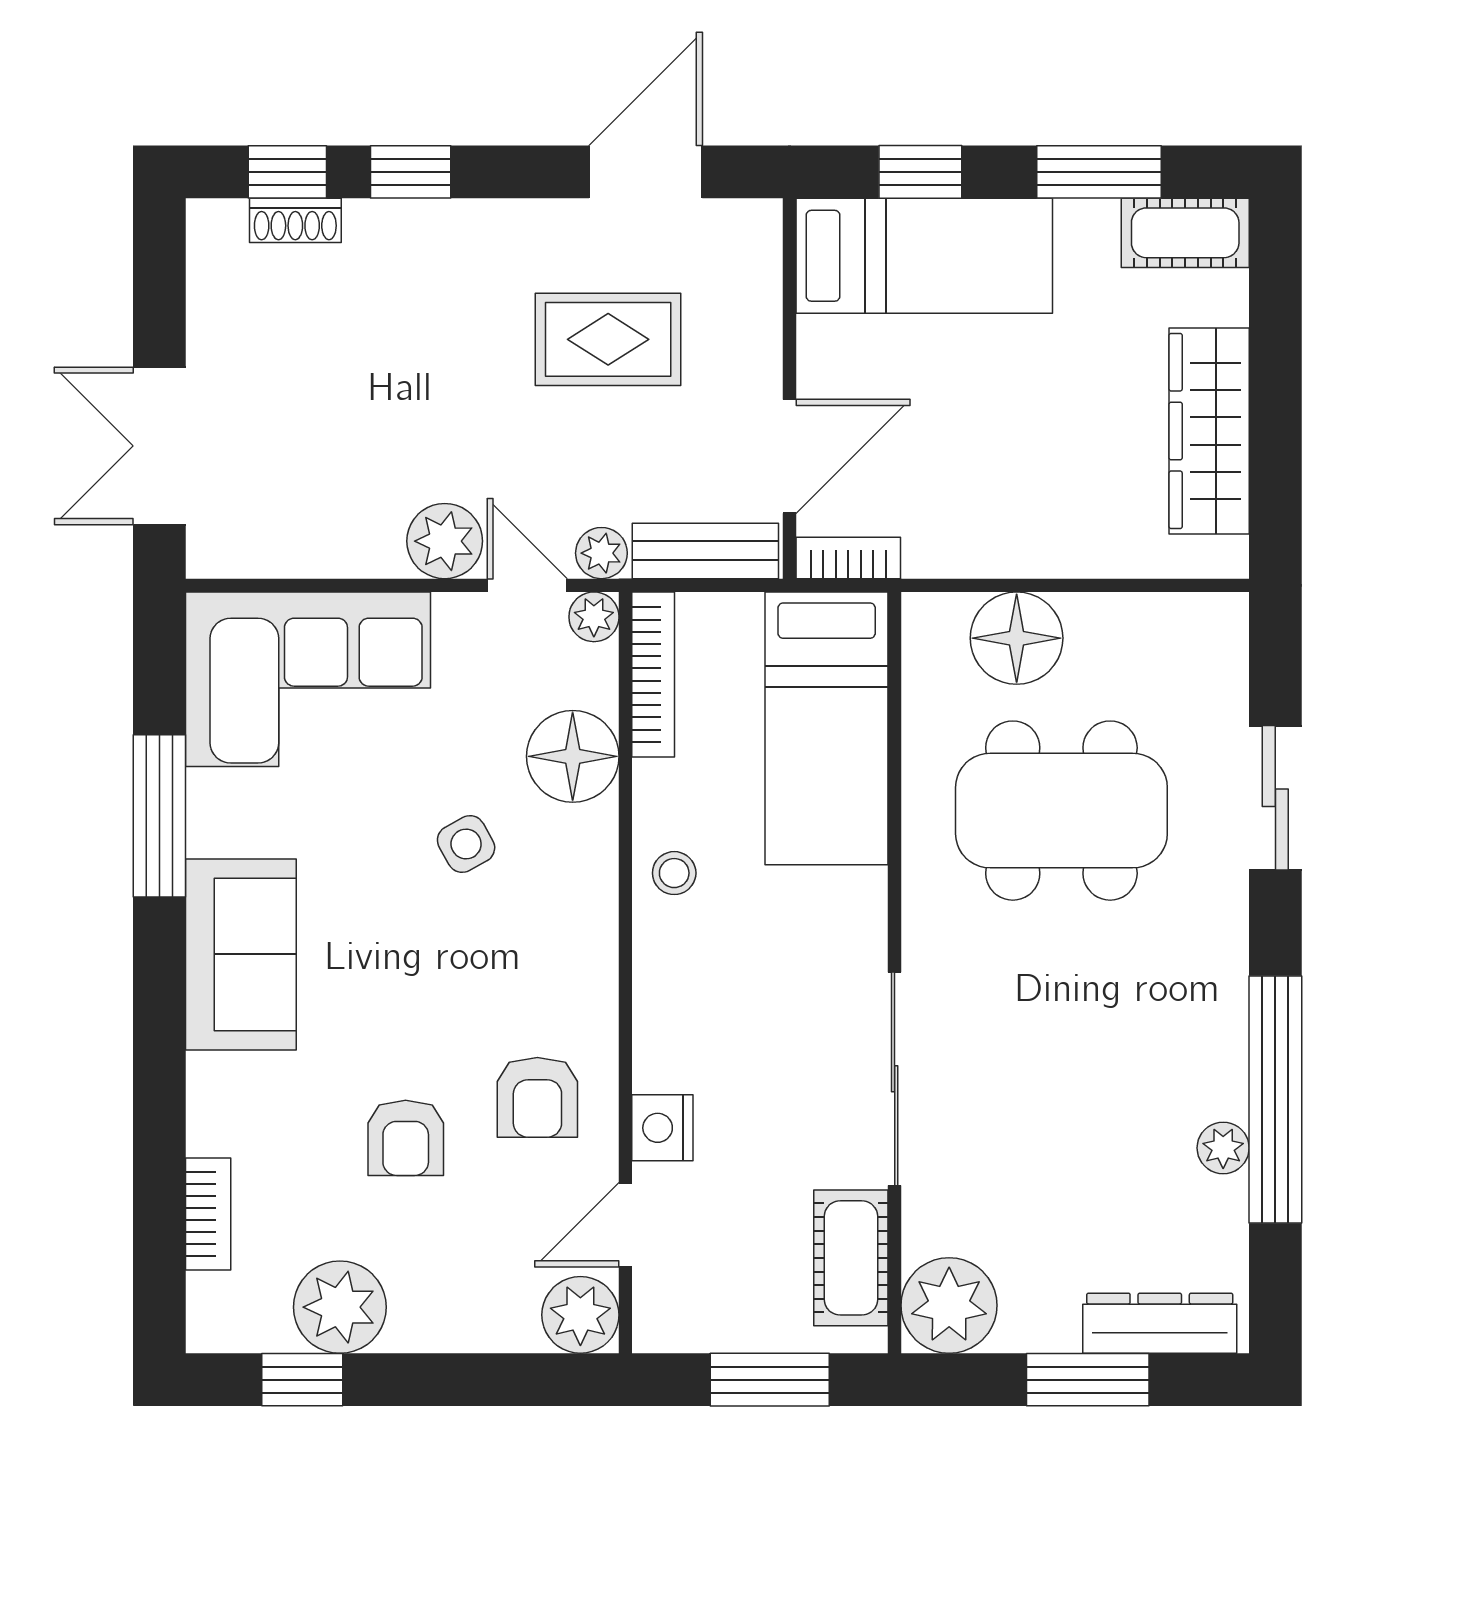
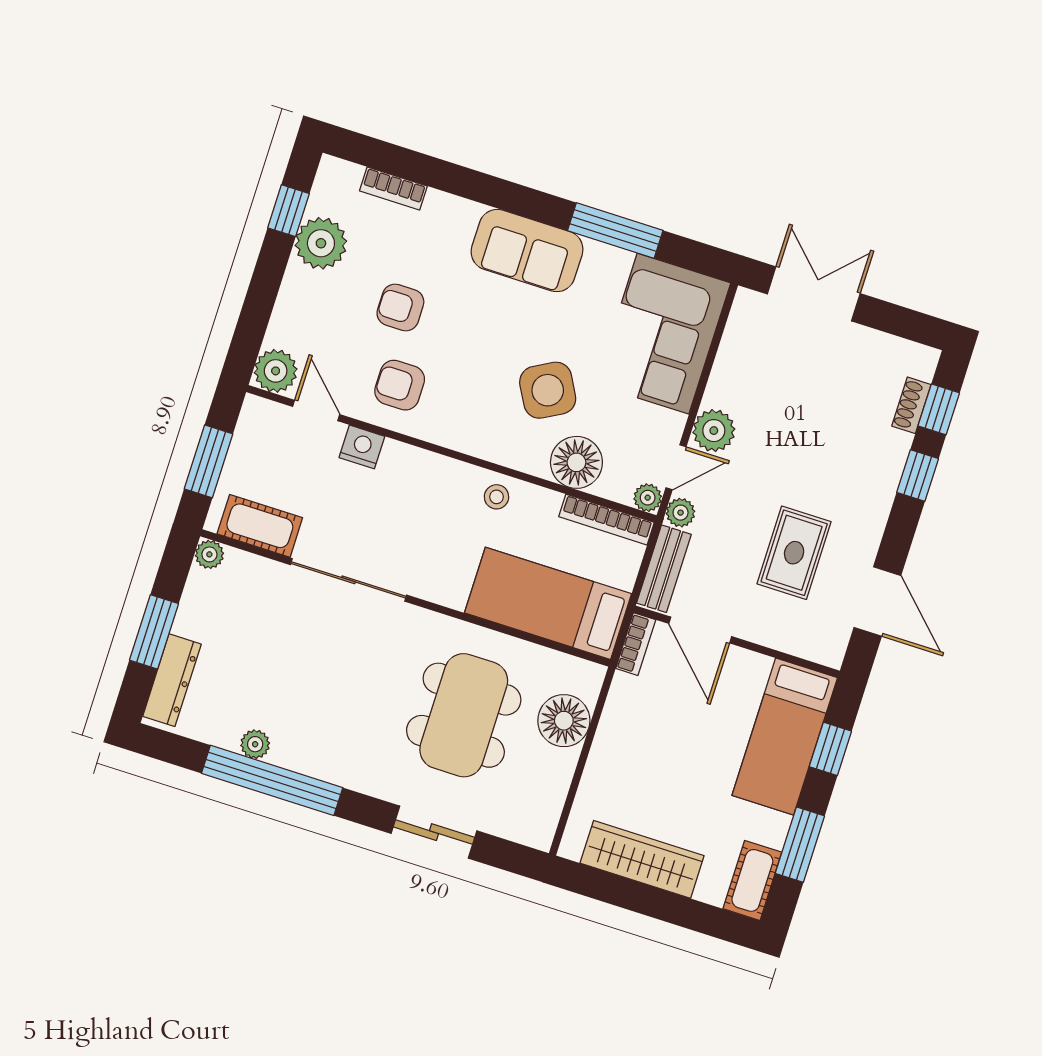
side table: (466, 844) -> (548, 390), width x1.87, depth x1.87
plant: (949, 1305) -> (209, 554), width x0.53, depth x0.53

